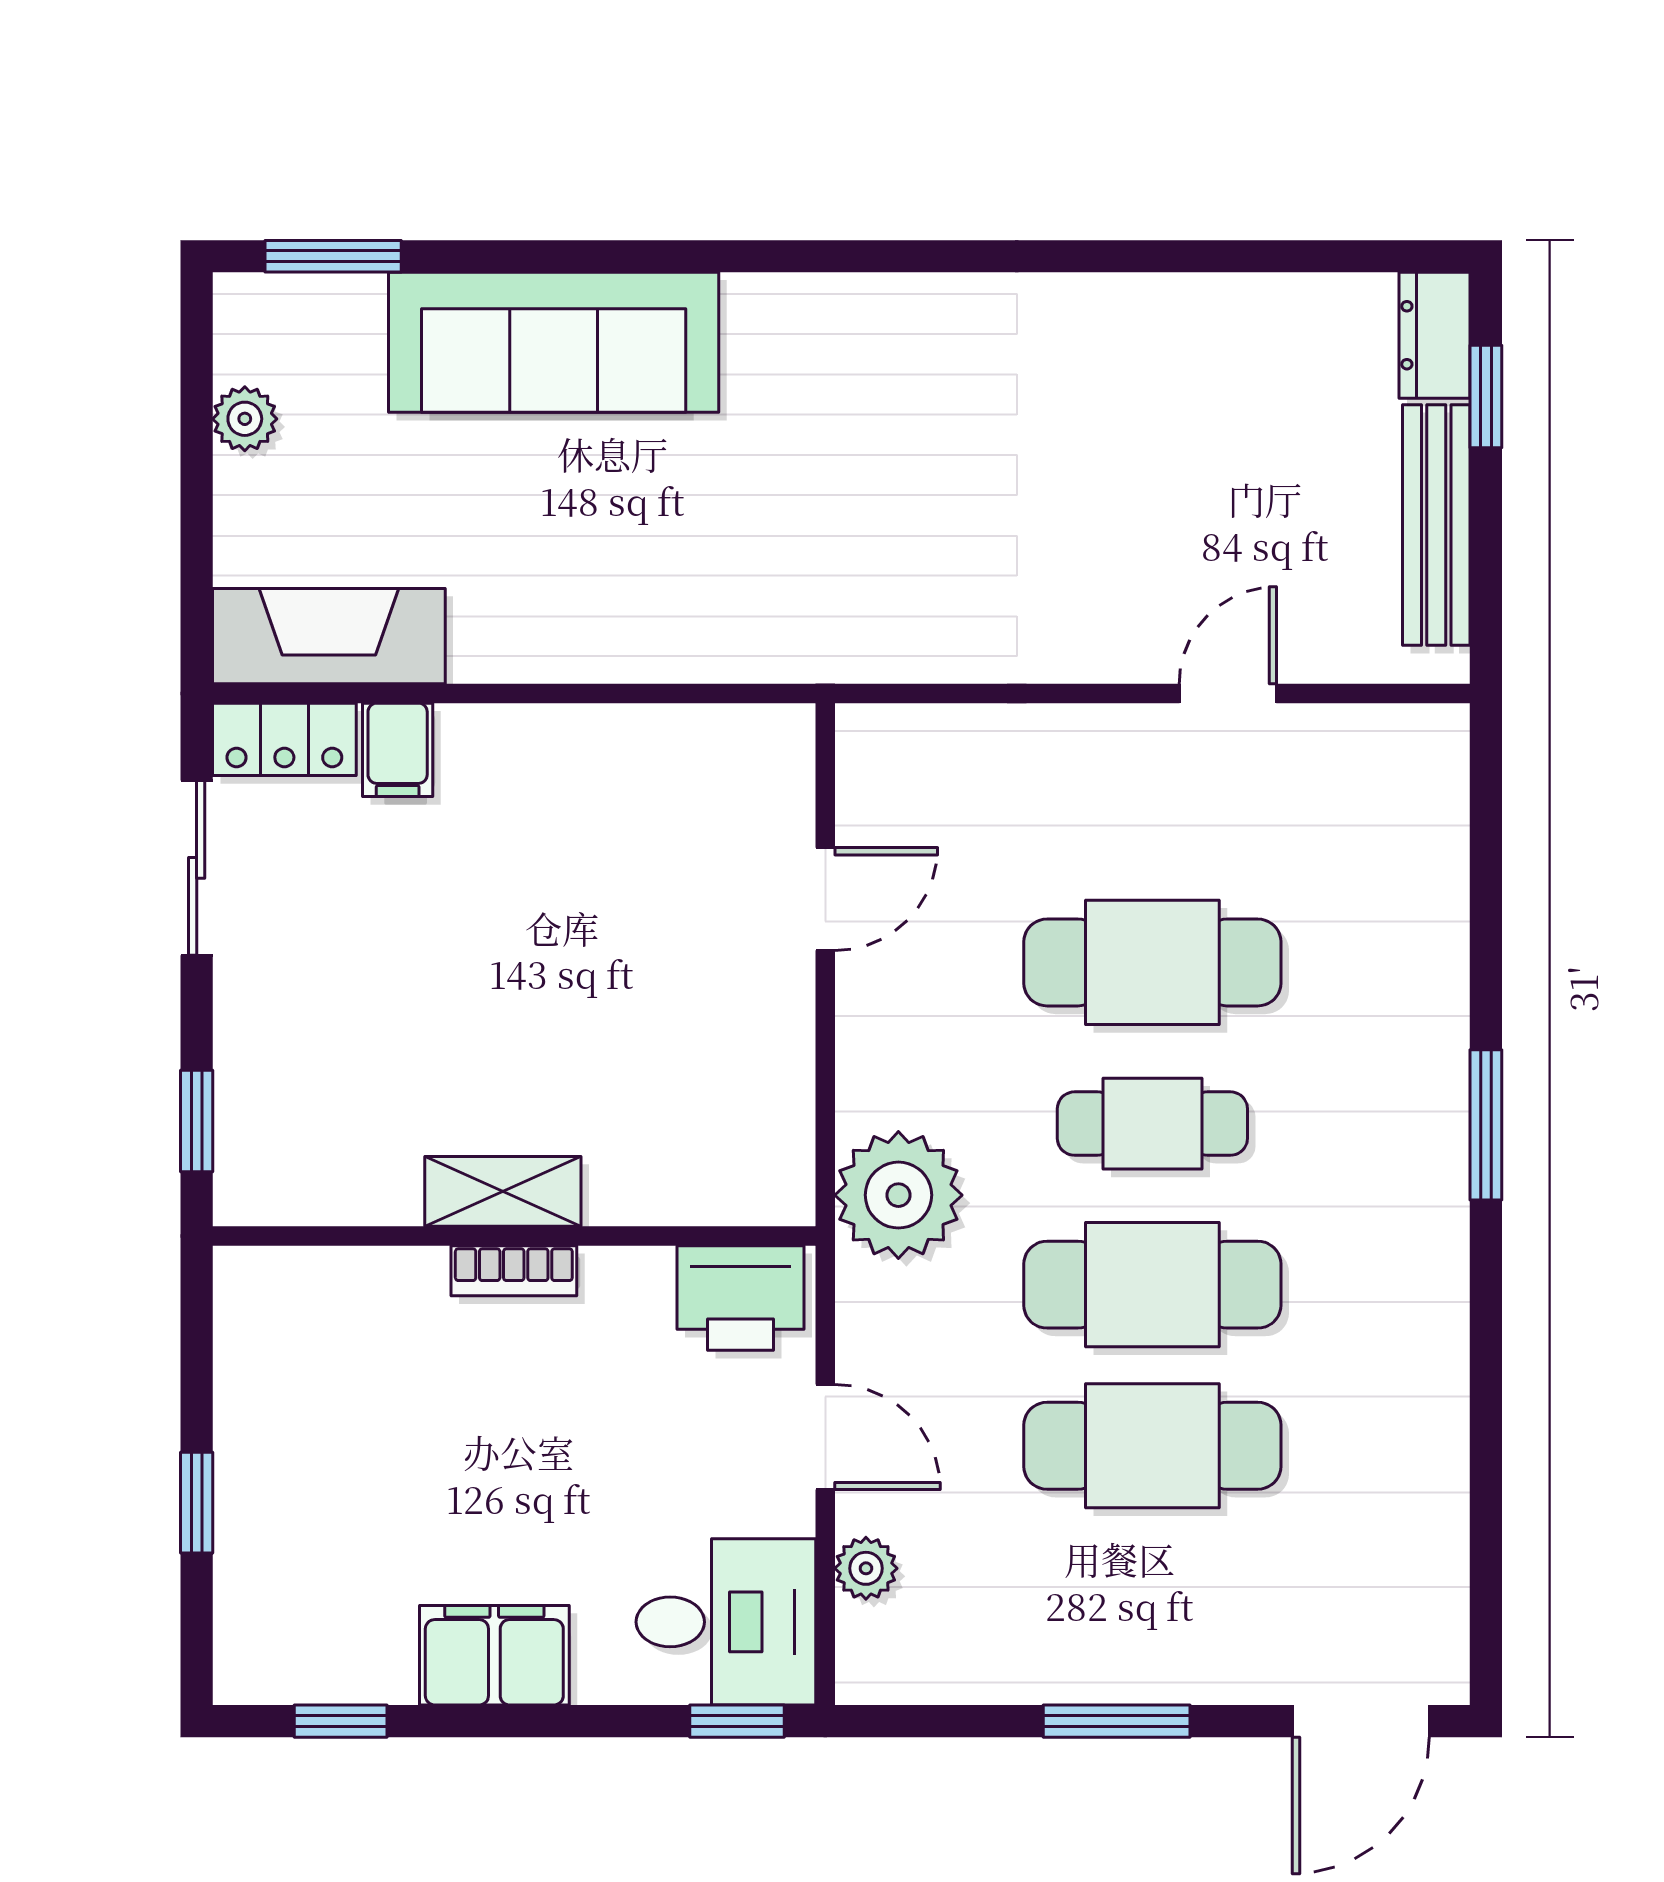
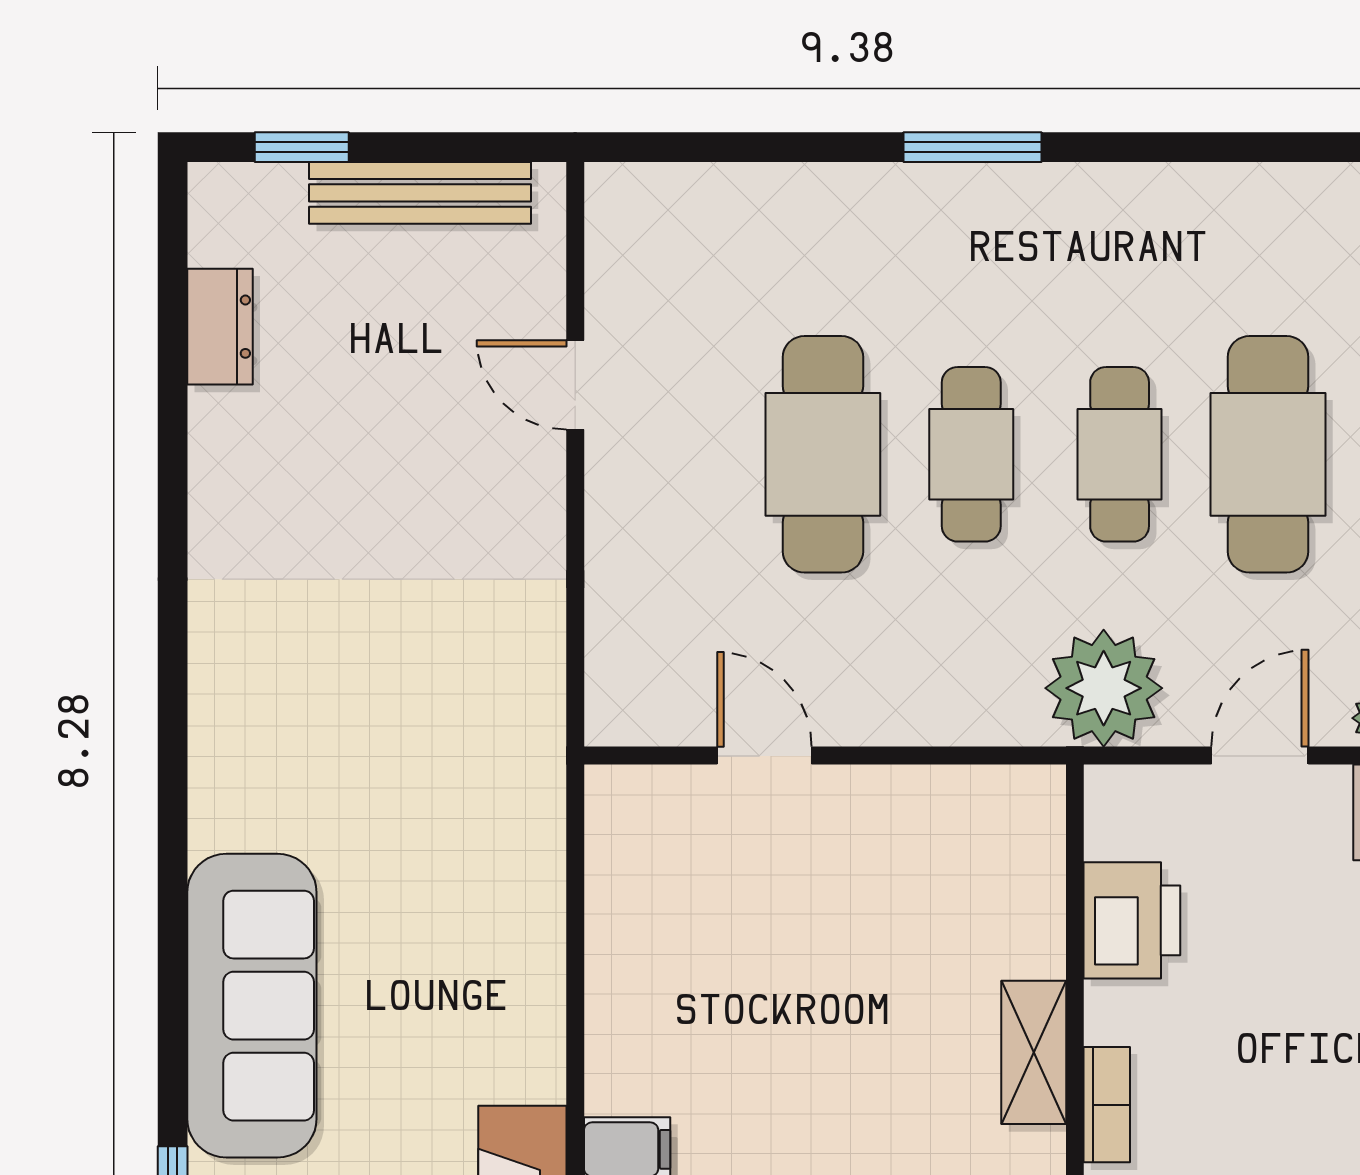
dresser: (1435, 335) -> (220, 327), moved, turned -90
plant: (898, 1195) -> (1104, 688), moved
bookcase: (514, 1271) -> (1107, 1105), moved
cafe table: (1152, 1285) -> (1120, 454), width x0.73, depth x0.74
printer: (741, 1298) -> (1132, 920), moved

